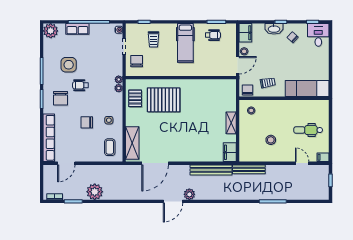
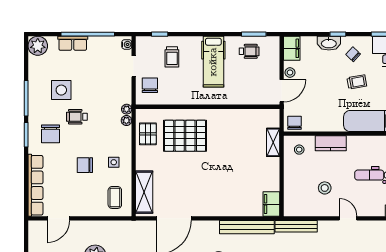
trolley: (268, 83) -> (357, 82), moved
kitchen counter: (275, 106) -> (331, 143), added
shelving: (231, 123) -> (273, 142), moved
door: (302, 163) -> (348, 218), moved

